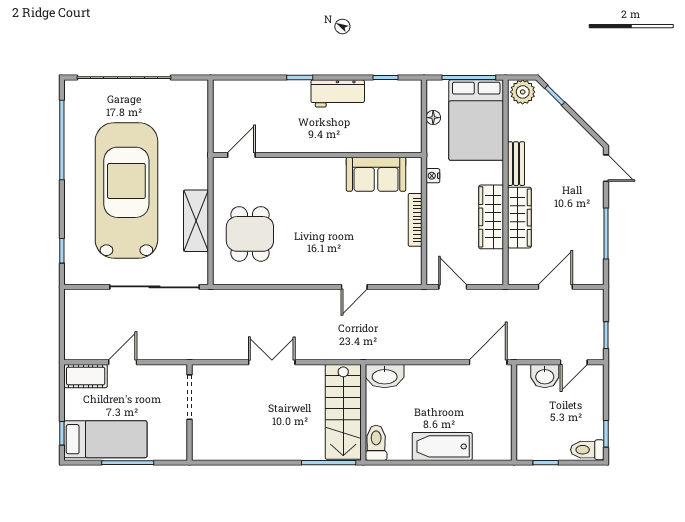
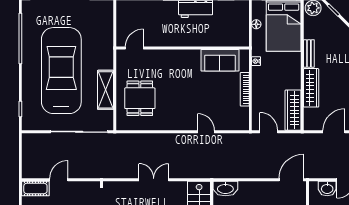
wardrobe: (491, 217) -> (293, 110), moved
door: (354, 287) -> (206, 132), swing flipped

